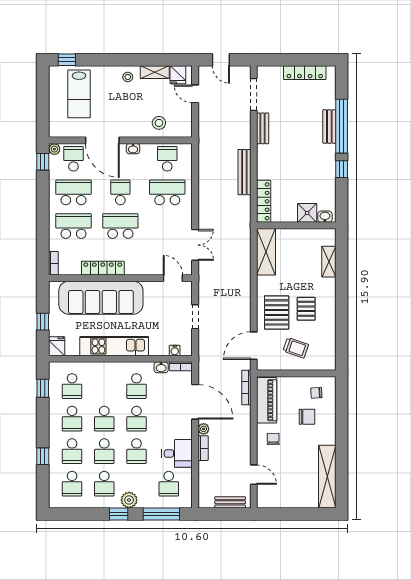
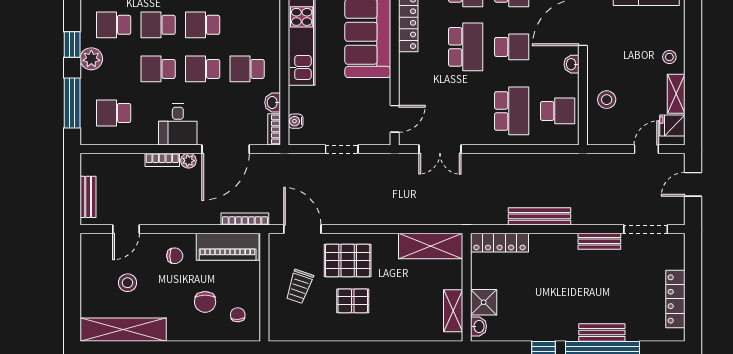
shelving: (329, 262) -> (453, 311), moved, turned 90
desk: (177, 453) -> (178, 124), moved
stool: (293, 474) -> (127, 283), added

